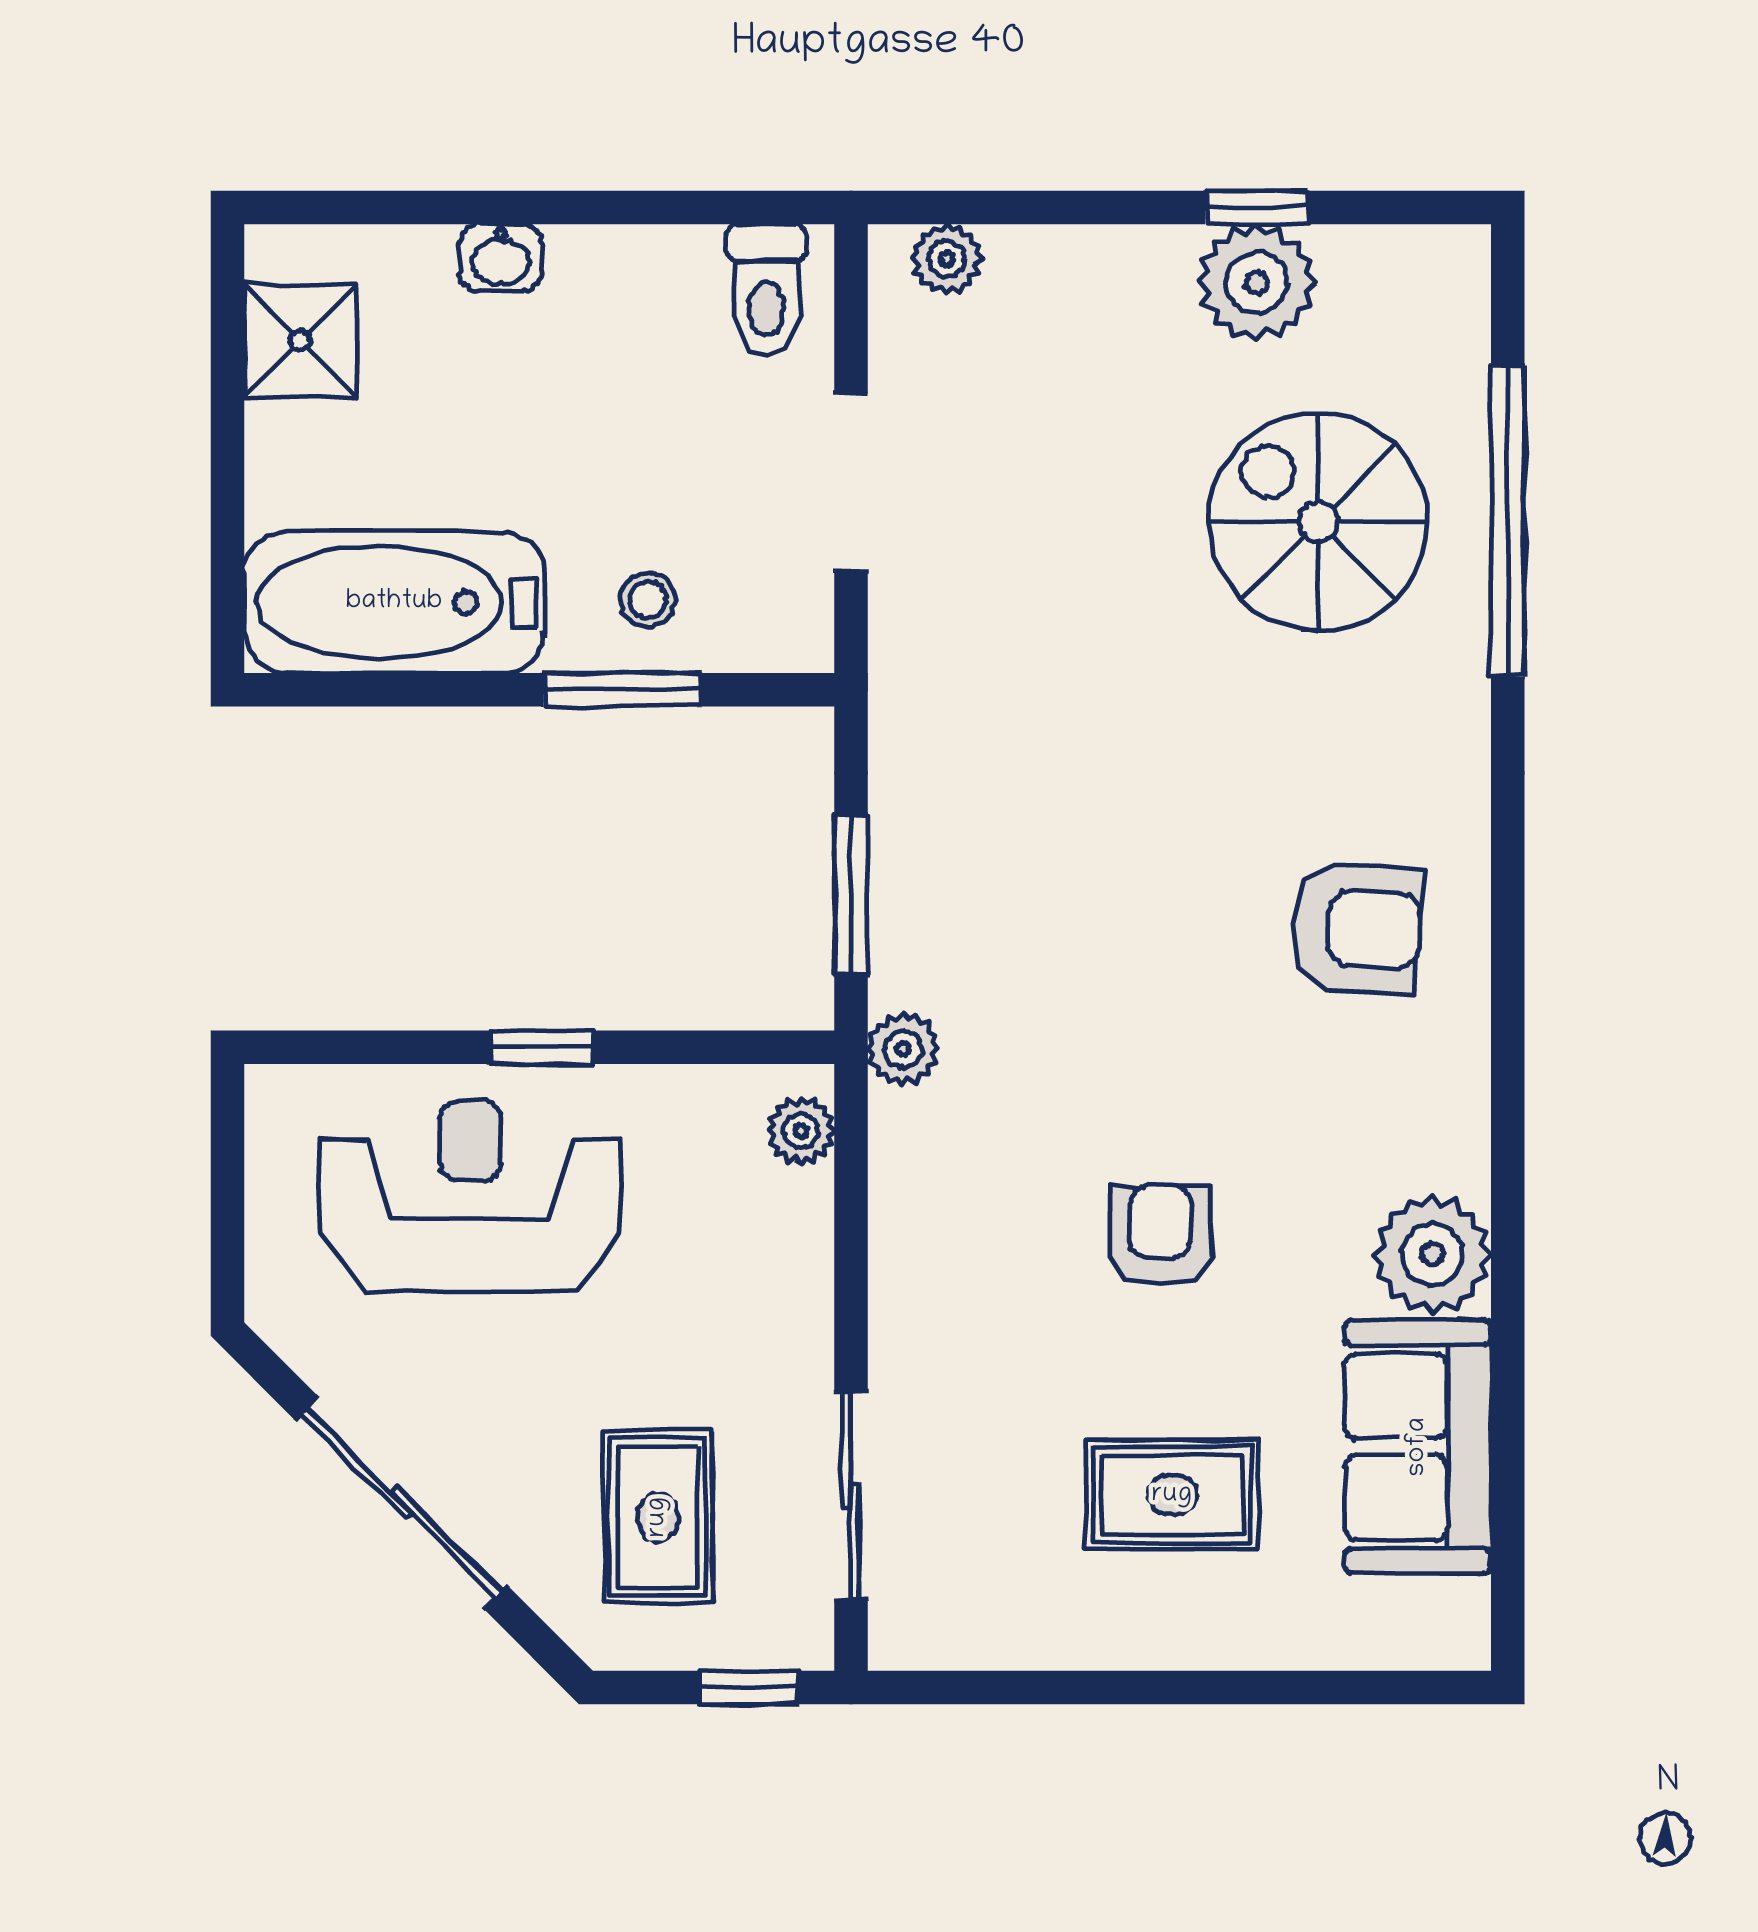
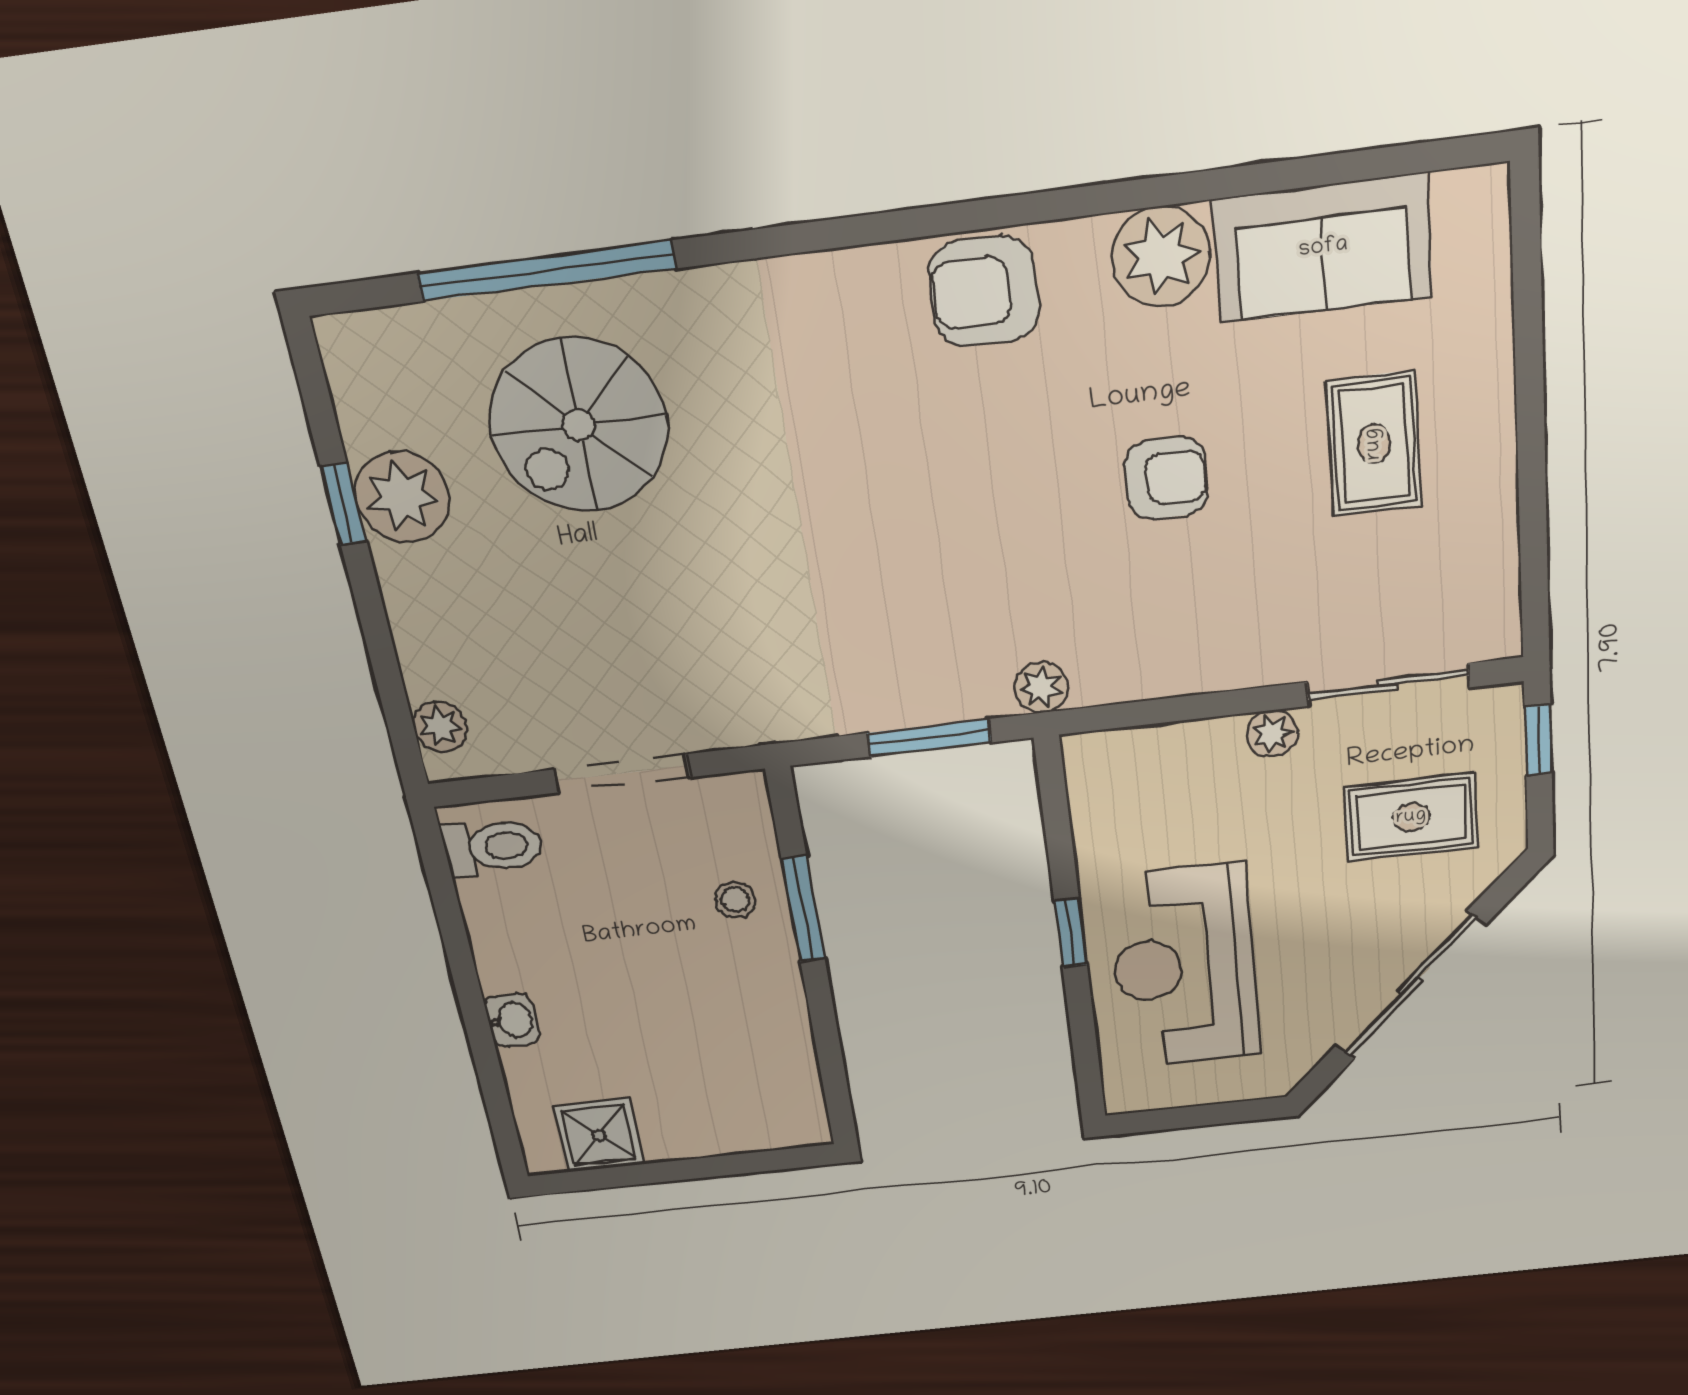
bathtub: (394, 602) -> (768, 1060), removed
armchair: (1357, 928) -> (984, 291), moved, turned -94
plant: (801, 1131) -> (1272, 734), moved
armchair: (1161, 1236) -> (1166, 478), turned 180

